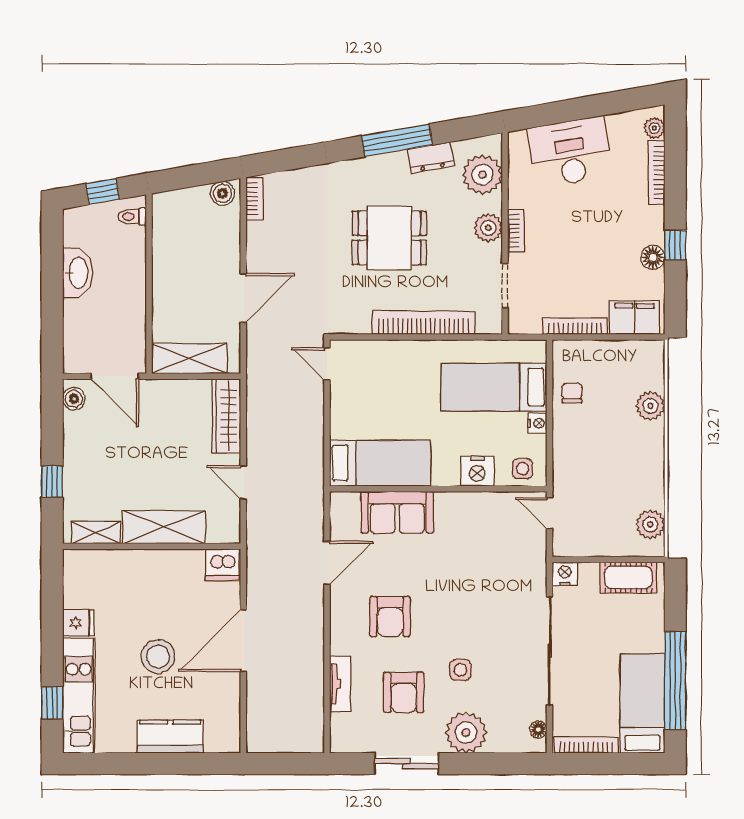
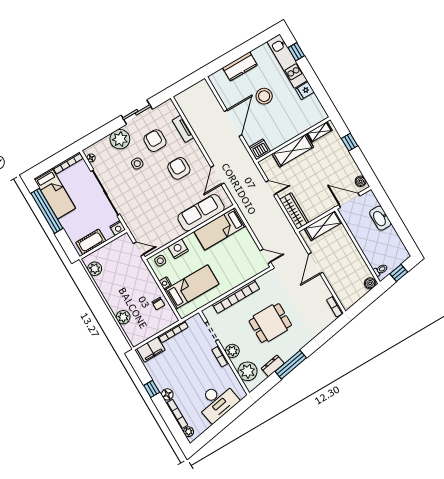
boiler: (222, 193) -> (370, 283), moved
floor lamp: (653, 257) -> (167, 394), moved
washbasin: (78, 273) -> (380, 218), moved
sofa: (397, 512) -> (201, 213), width x1.36

